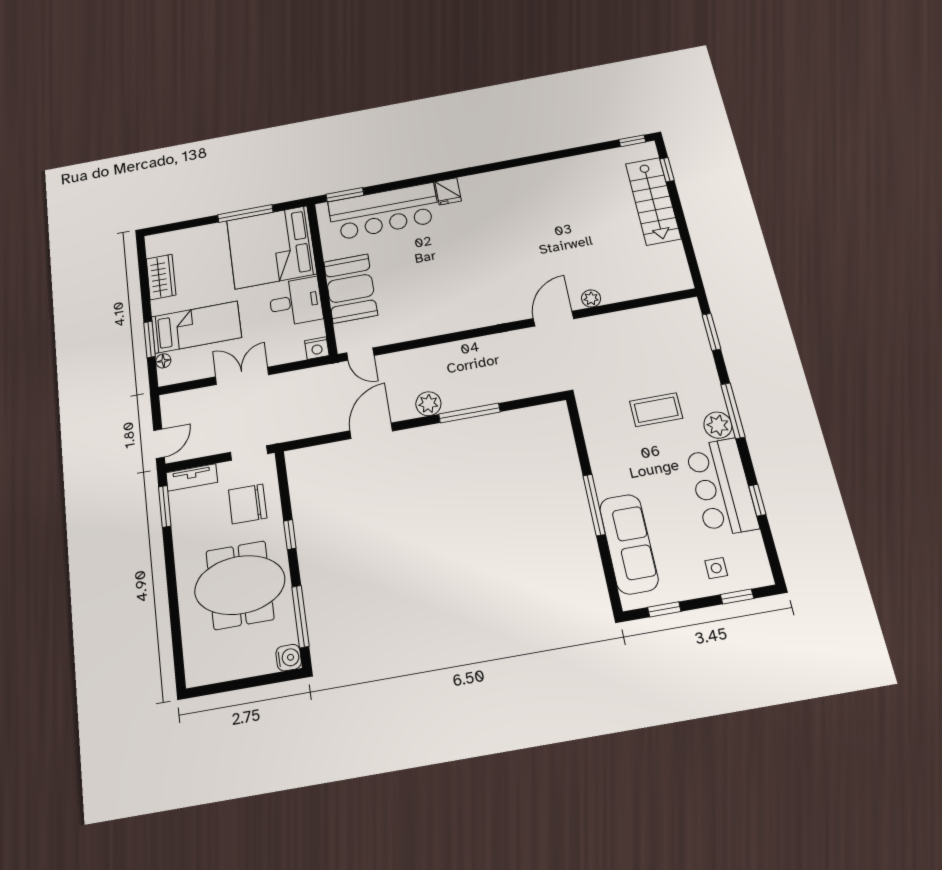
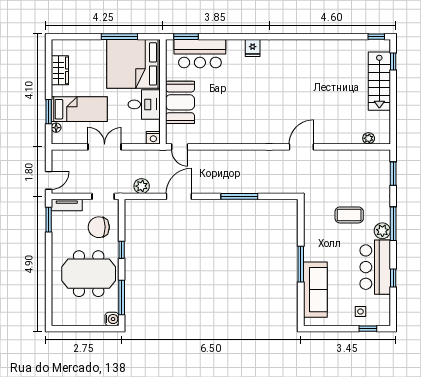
bar counter: (384, 211) -> (200, 54), width x0.73
plant: (591, 298) -> (369, 138), moved
plant: (428, 404) -> (142, 186), moved
window: (664, 609) -> (326, 329), removed

